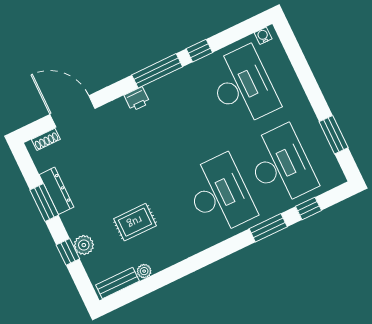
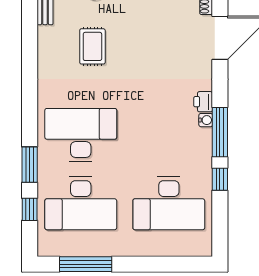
water cooler: (263, 36) -> (206, 120), moved
window: (334, 135) -> (86, 264), width x1.44
desk: (220, 195) -> (81, 135), turned 180
plant: (144, 271) -> (44, 33), removed

